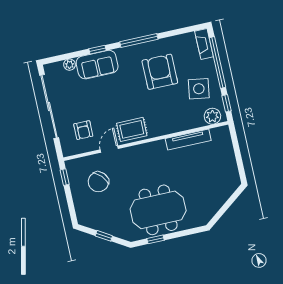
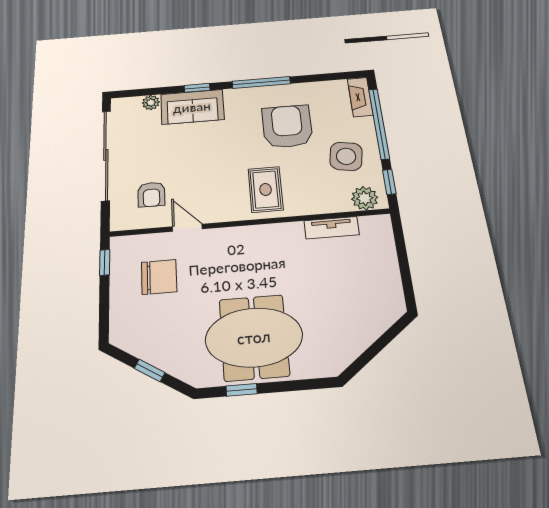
rug: (132, 129) -> (266, 189), moved, turned 90
tv unit: (188, 139) -> (332, 228), width x0.71
door: (109, 149) -> (187, 228), hinge flipped
chair: (98, 182) -> (159, 277), turned -138

